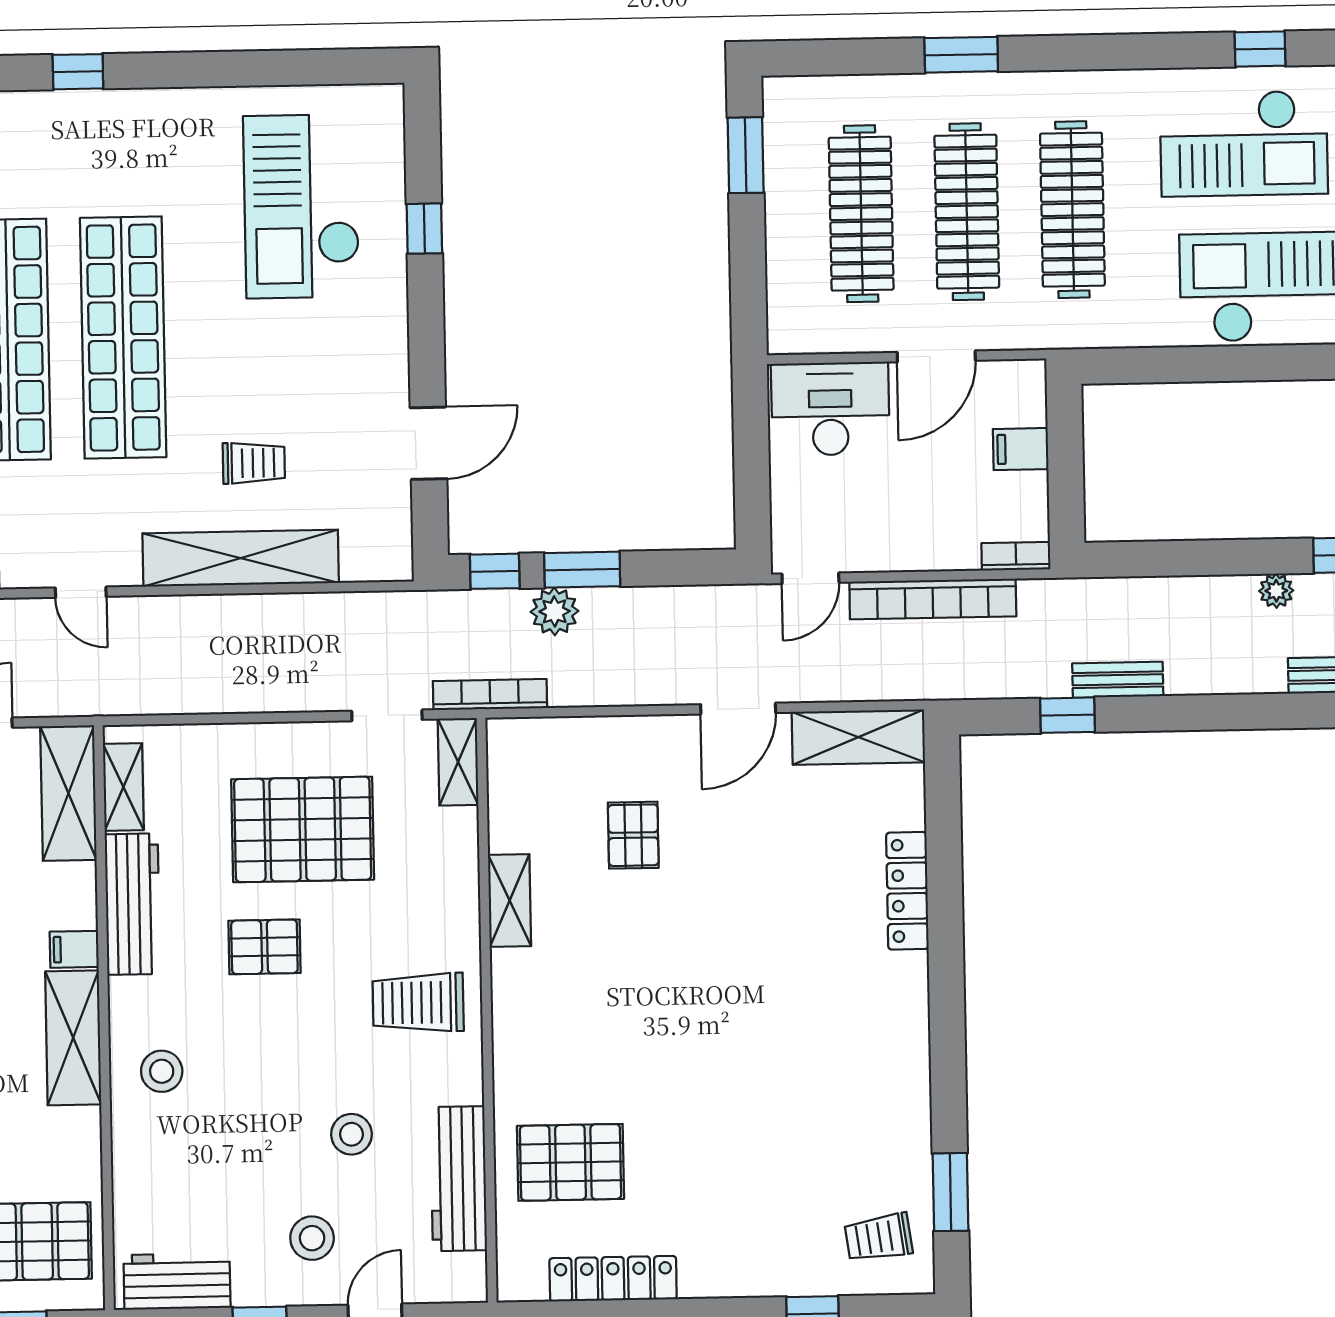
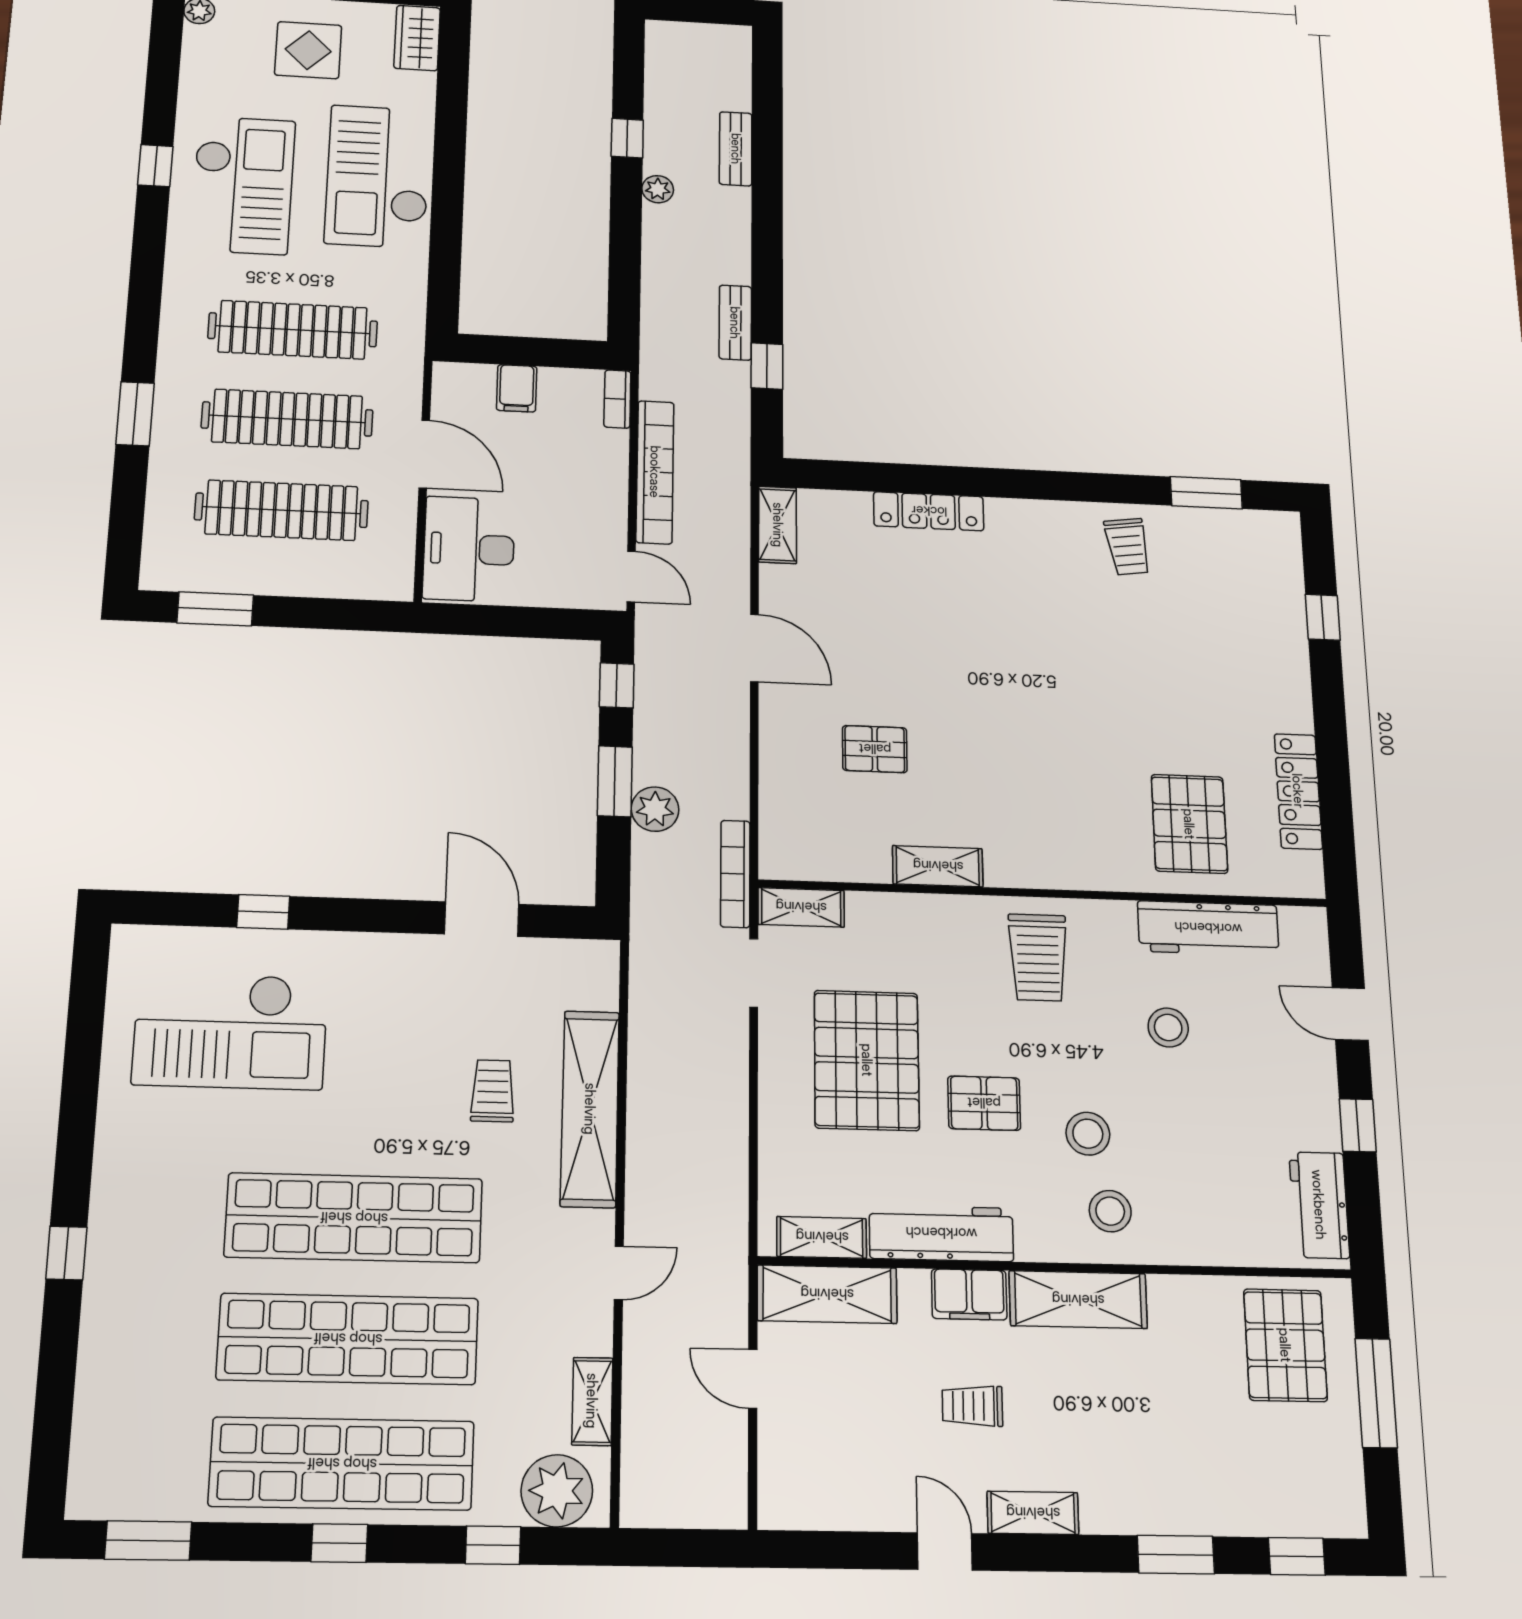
window: (495, 571) -> (617, 685), moved
shelving: (858, 737) -> (778, 525), width x0.67, depth x0.75
pallet: (264, 947) -> (984, 1103), turned 90
filing cabinet: (74, 949) -> (969, 1294), width x2.00
stool: (312, 1238) -> (1088, 1134), moved
trolley: (879, 1238) -> (1128, 547), moved

